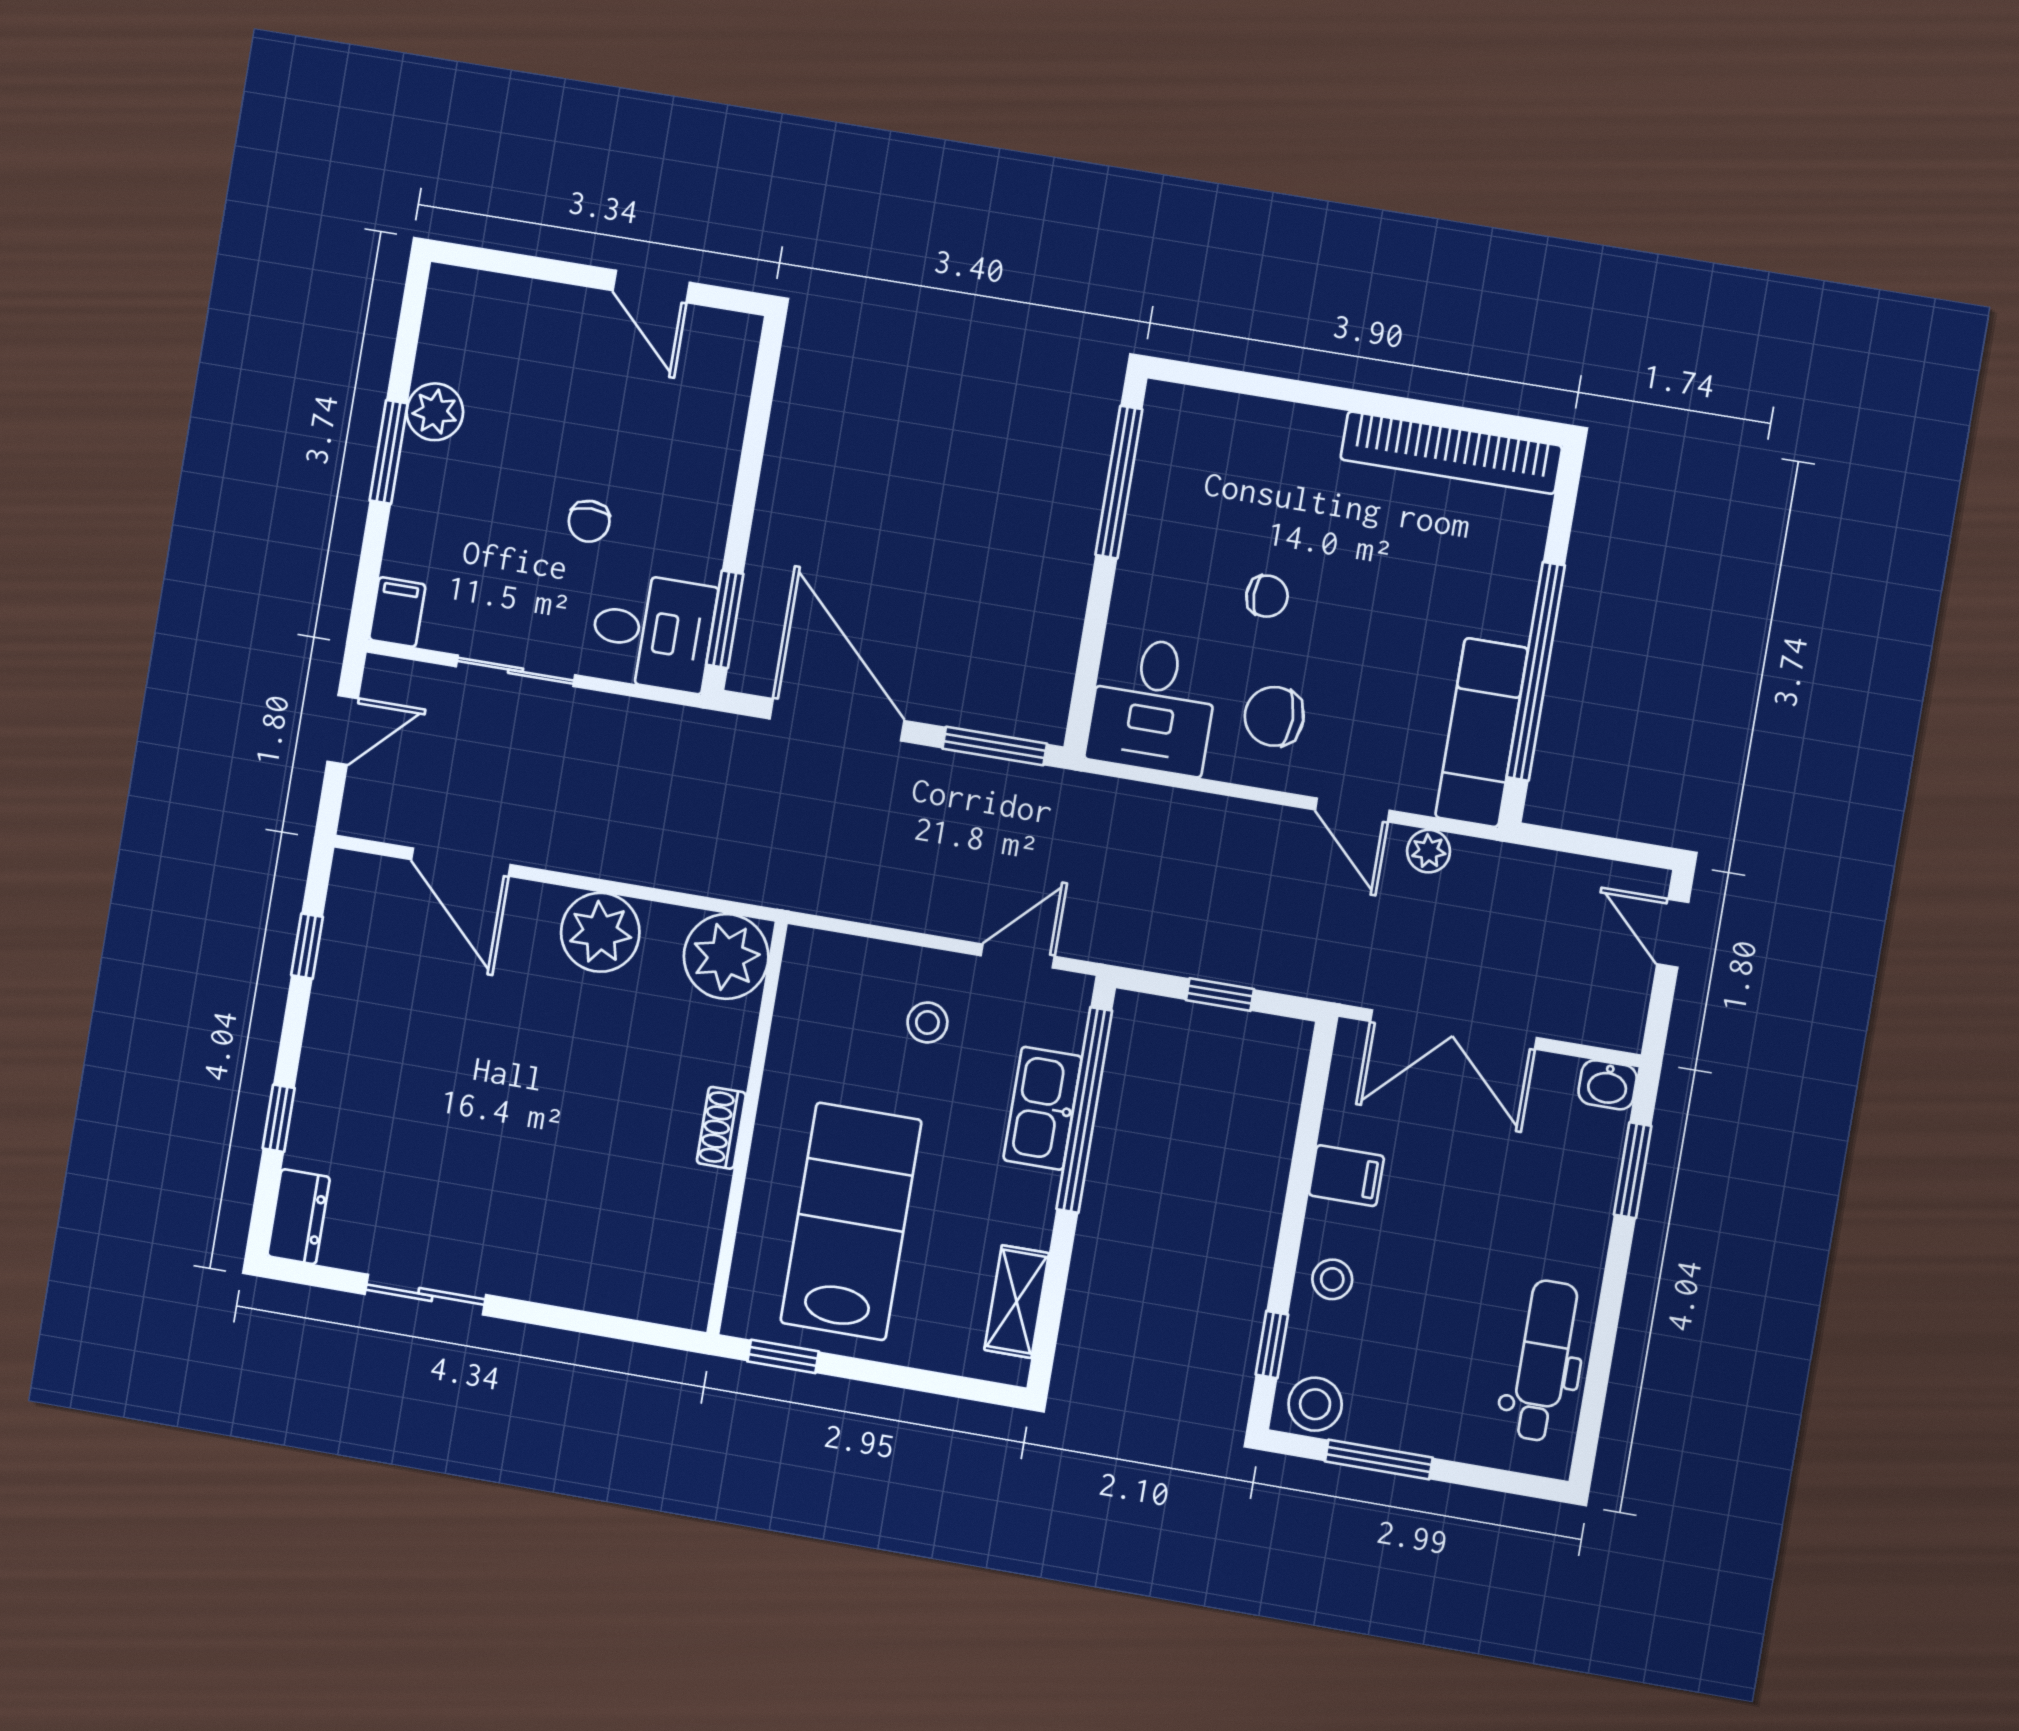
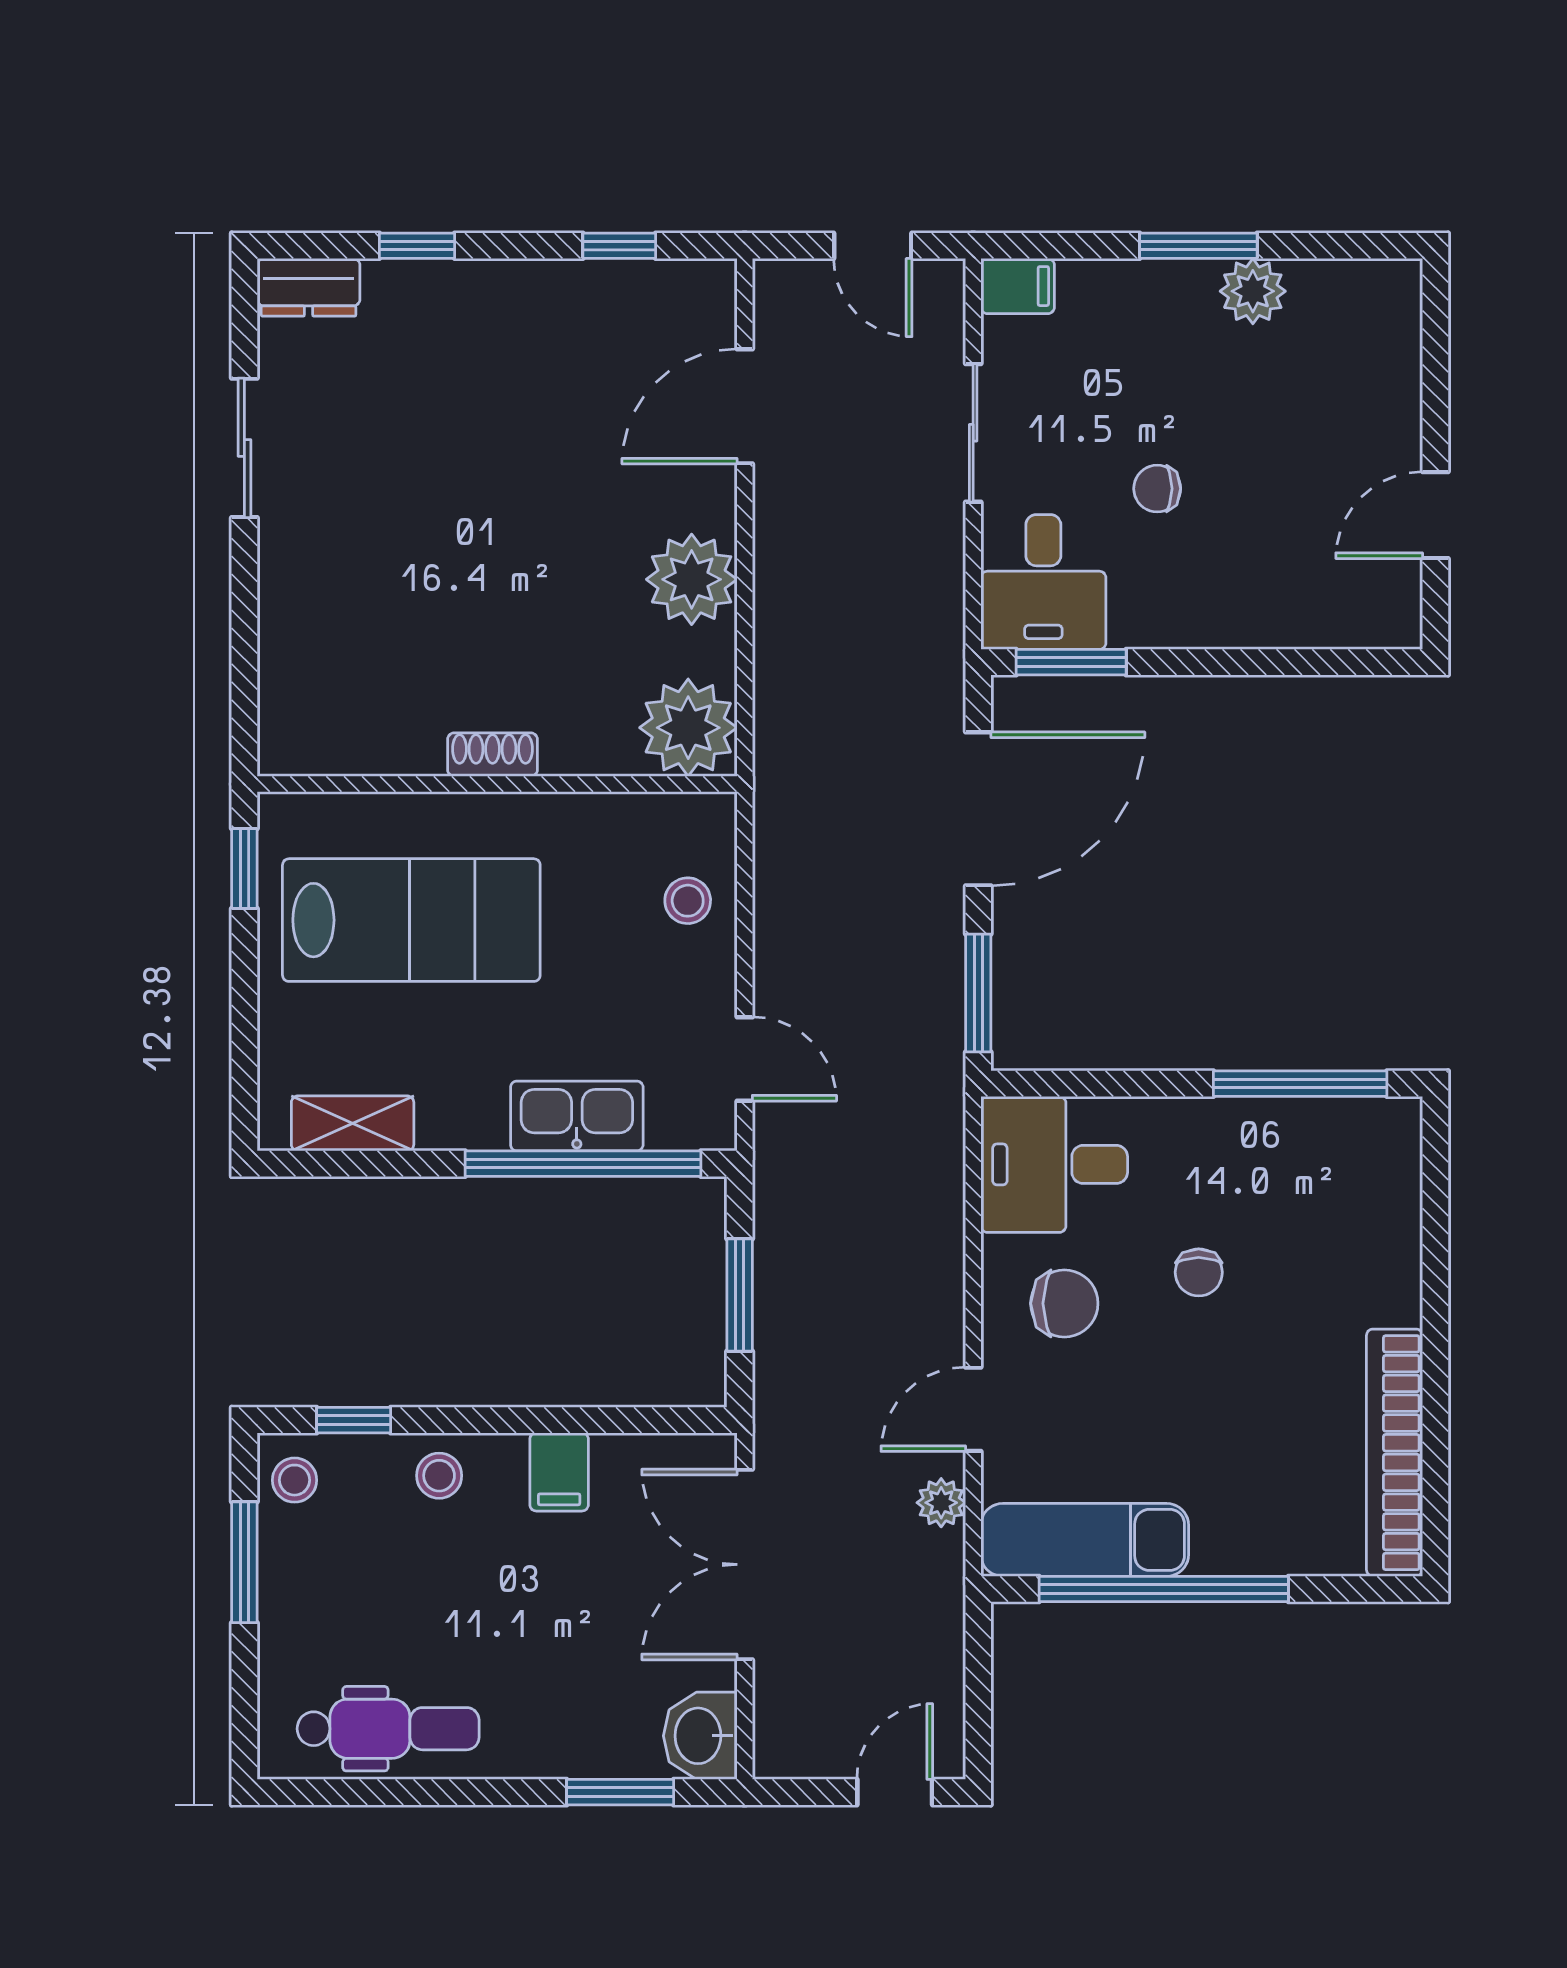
chair: (1274, 716) -> (1064, 1303), turned 90
window: (1220, 995) -> (740, 1295), width x1.50
stool: (927, 1022) -> (688, 901), moved
washbasin: (1608, 1085) -> (700, 1736), width x1.38, depth x1.45
stool: (1315, 1404) -> (295, 1480), width x0.73, depth x0.73

